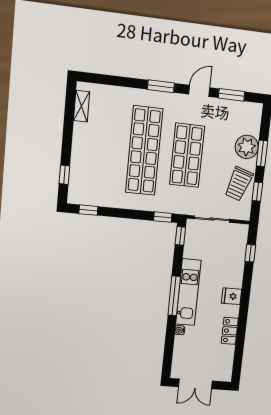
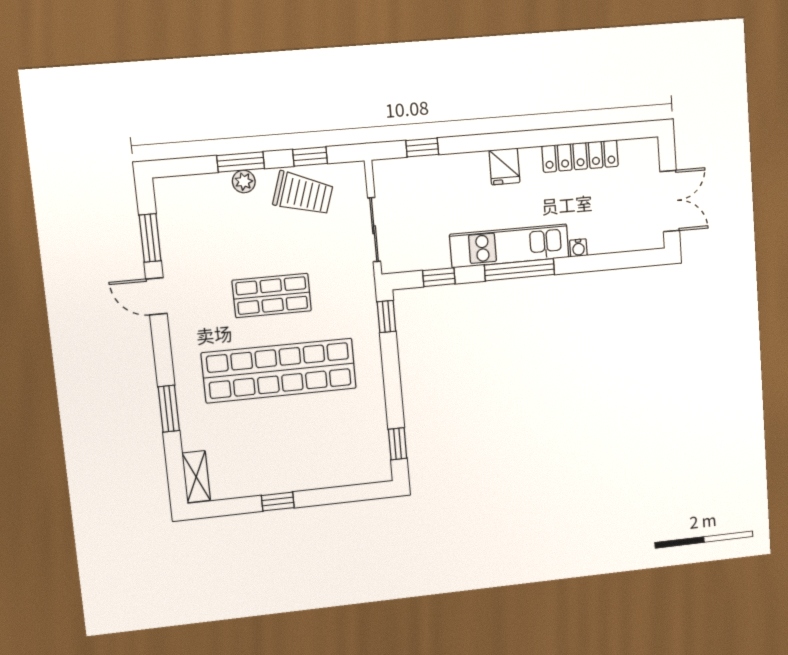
window: (161, 86) -> (169, 409), moved
shelving: (82, 106) -> (196, 477), moved, turned 90
plant: (247, 147) -> (244, 182), width x0.53, depth x0.53
shop shelf: (187, 155) -> (272, 296), width x0.70, depth x0.74
window: (64, 175) -> (278, 502), moved
window: (180, 236) -> (439, 277), moved
locker: (230, 331) -> (580, 156), width x1.53

